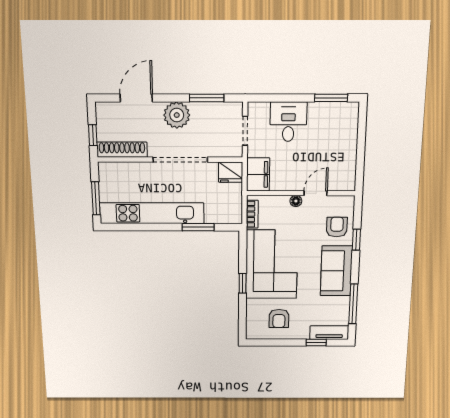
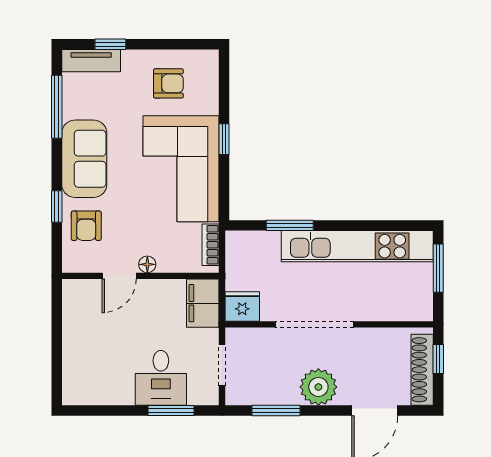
window: (331, 98) -> (171, 411), moved
shoe rack: (122, 150) -> (422, 370), moved, turned 90
armchair: (279, 318) -> (168, 83), turned 90

